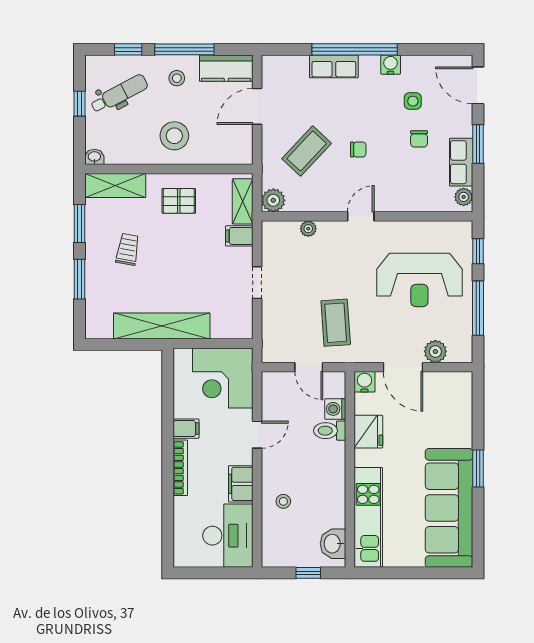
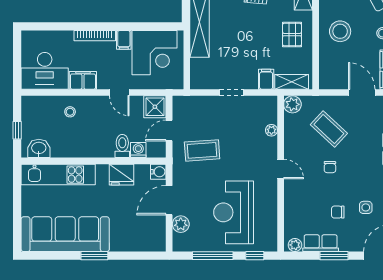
corner desk: (223, 378) -> (154, 53), moved, turned 180
shower: (276, 386) -> (155, 107), added

